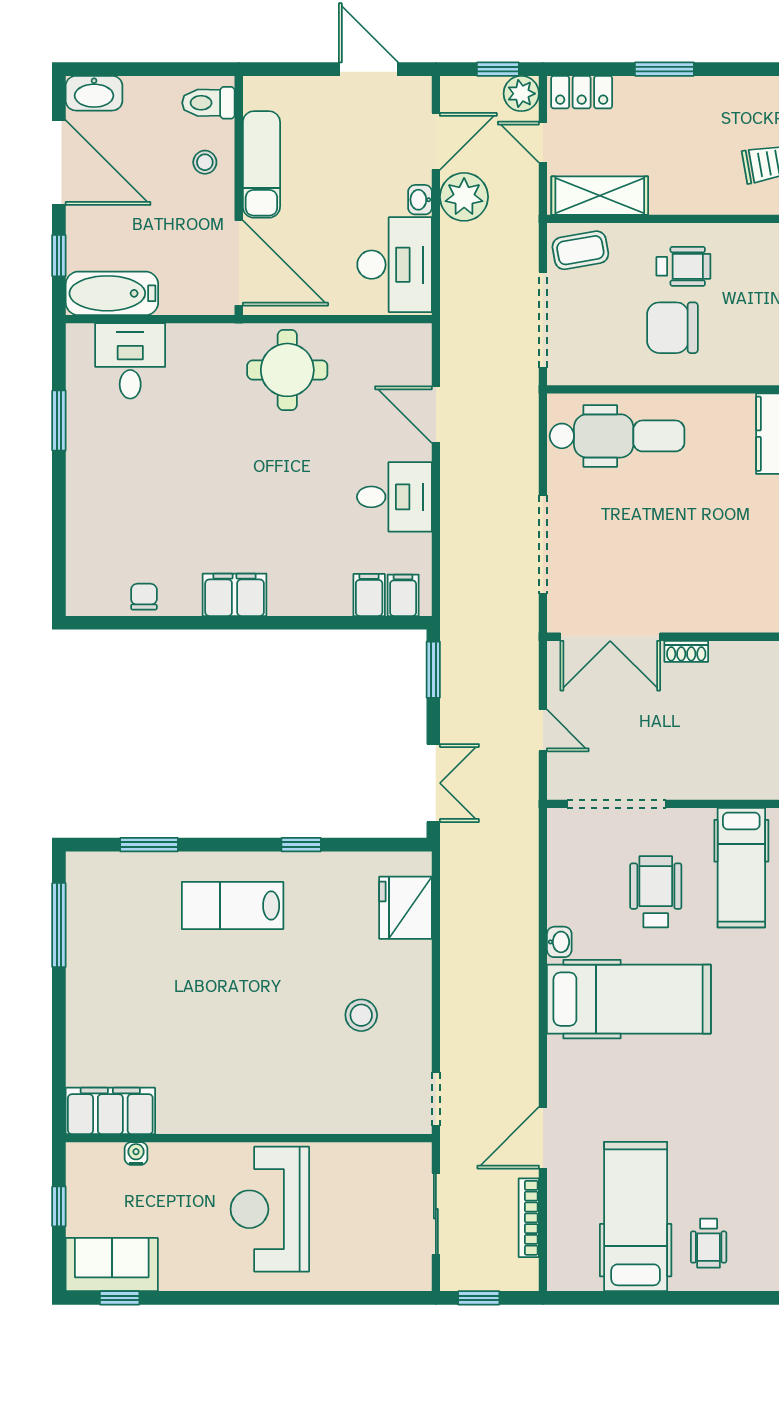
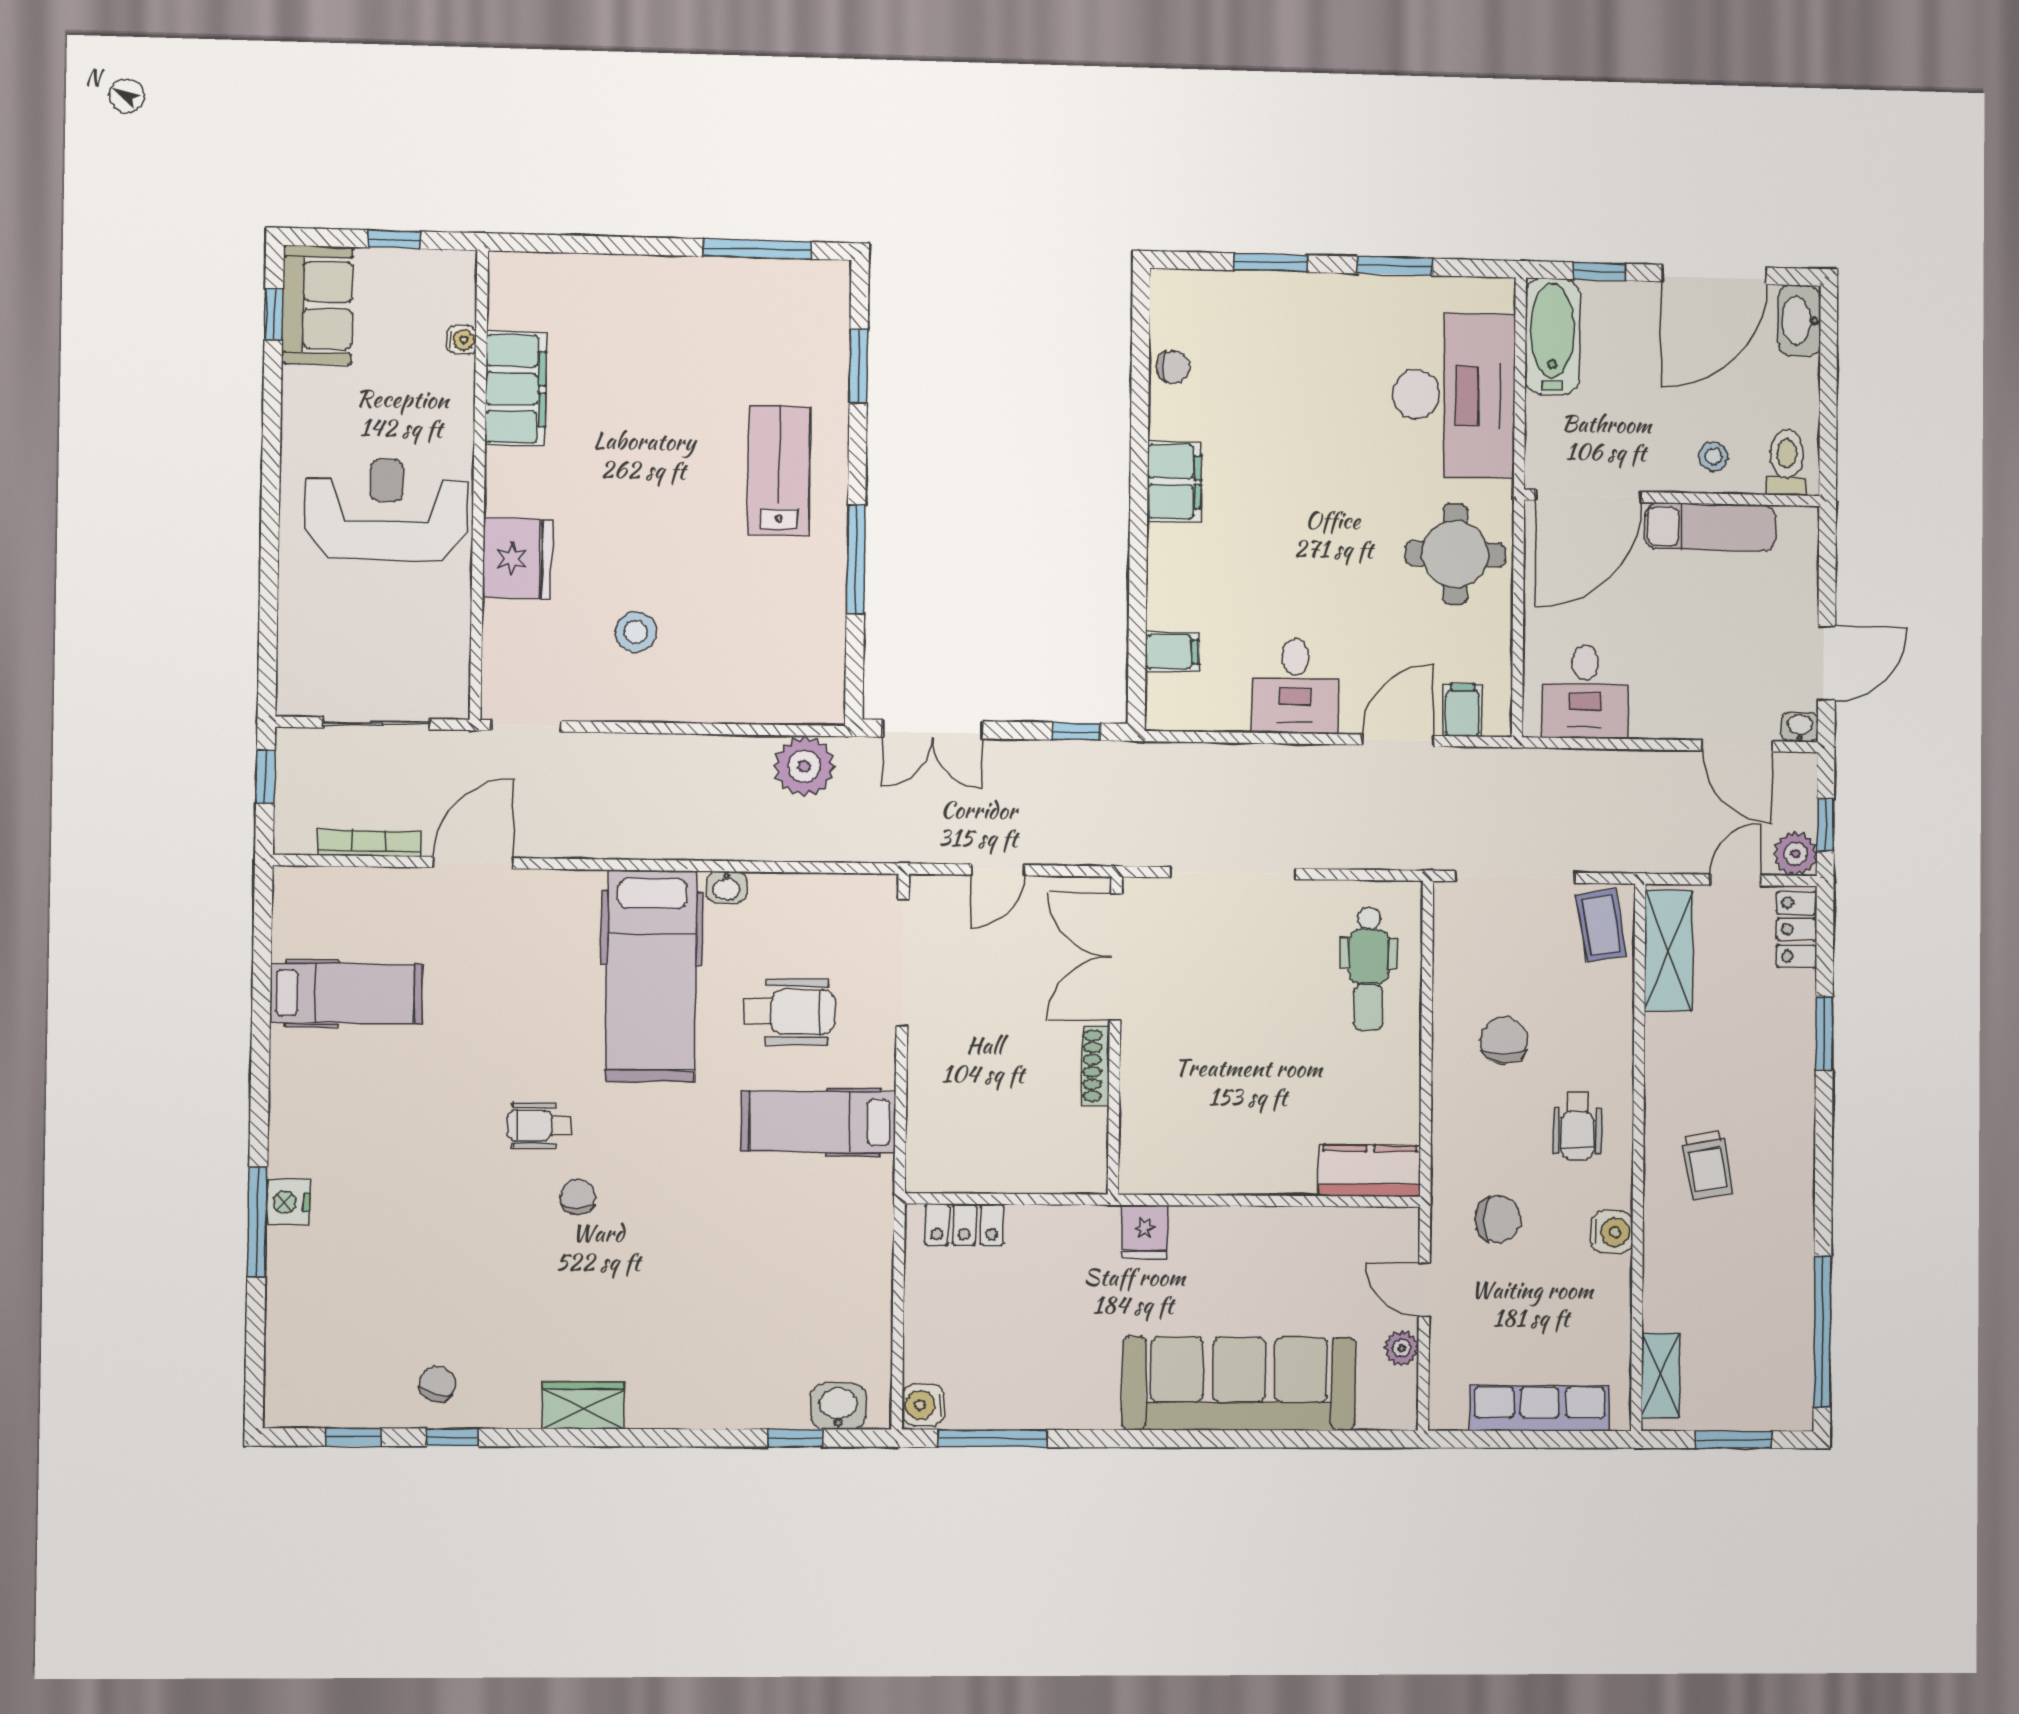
plant: (464, 197) -> (804, 766), moved
washbasin: (420, 200) -> (1800, 727), moved
desk: (395, 265) -> (1585, 691), width x0.73
wheelchair: (683, 266) -> (1577, 1125), moved
chair: (672, 328) -> (1504, 1040), width x0.73, depth x0.73
desk: (130, 361) -> (1454, 395), width x1.87, depth x1.30
dental chair: (617, 436) -> (1369, 969), width x0.73, depth x0.72
window: (59, 520) -> (1271, 263), added
filing cabinet: (403, 595) -> (1463, 710), moved, turned -90
shoe rack: (686, 651) -> (1096, 1066), width x1.43
window: (433, 670) -> (1077, 732), width x0.67
window: (301, 845) -> (856, 559), width x2.17
fridge: (406, 908) -> (517, 559), moved, turned 90
filing cabinet: (110, 1111) -> (516, 389), moved
door: (543, 1138) -> (473, 863), hinge flipped
hospital bed: (636, 1217) -> (346, 993), width x0.73, depth x0.78
wheelchair: (709, 1243) -> (539, 1125), moved

